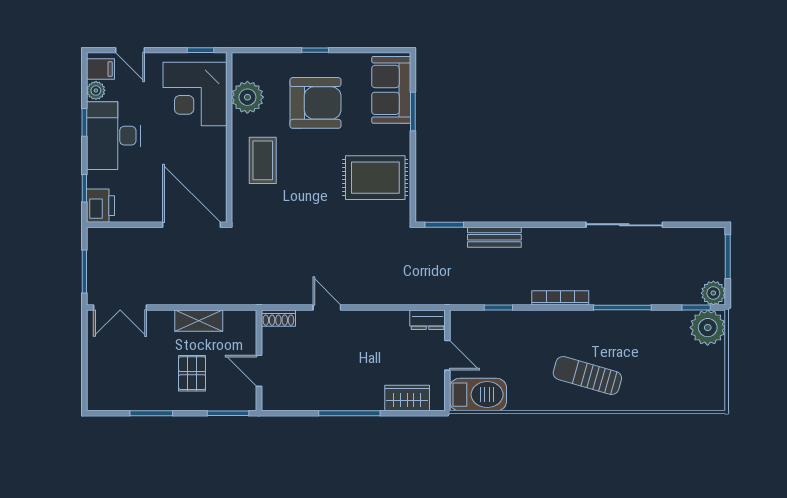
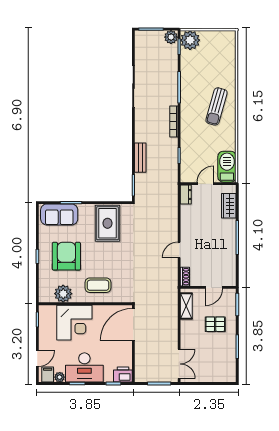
corner desk: (195, 94) -> (74, 323), moved
shelving: (199, 321) -> (186, 306), moved

